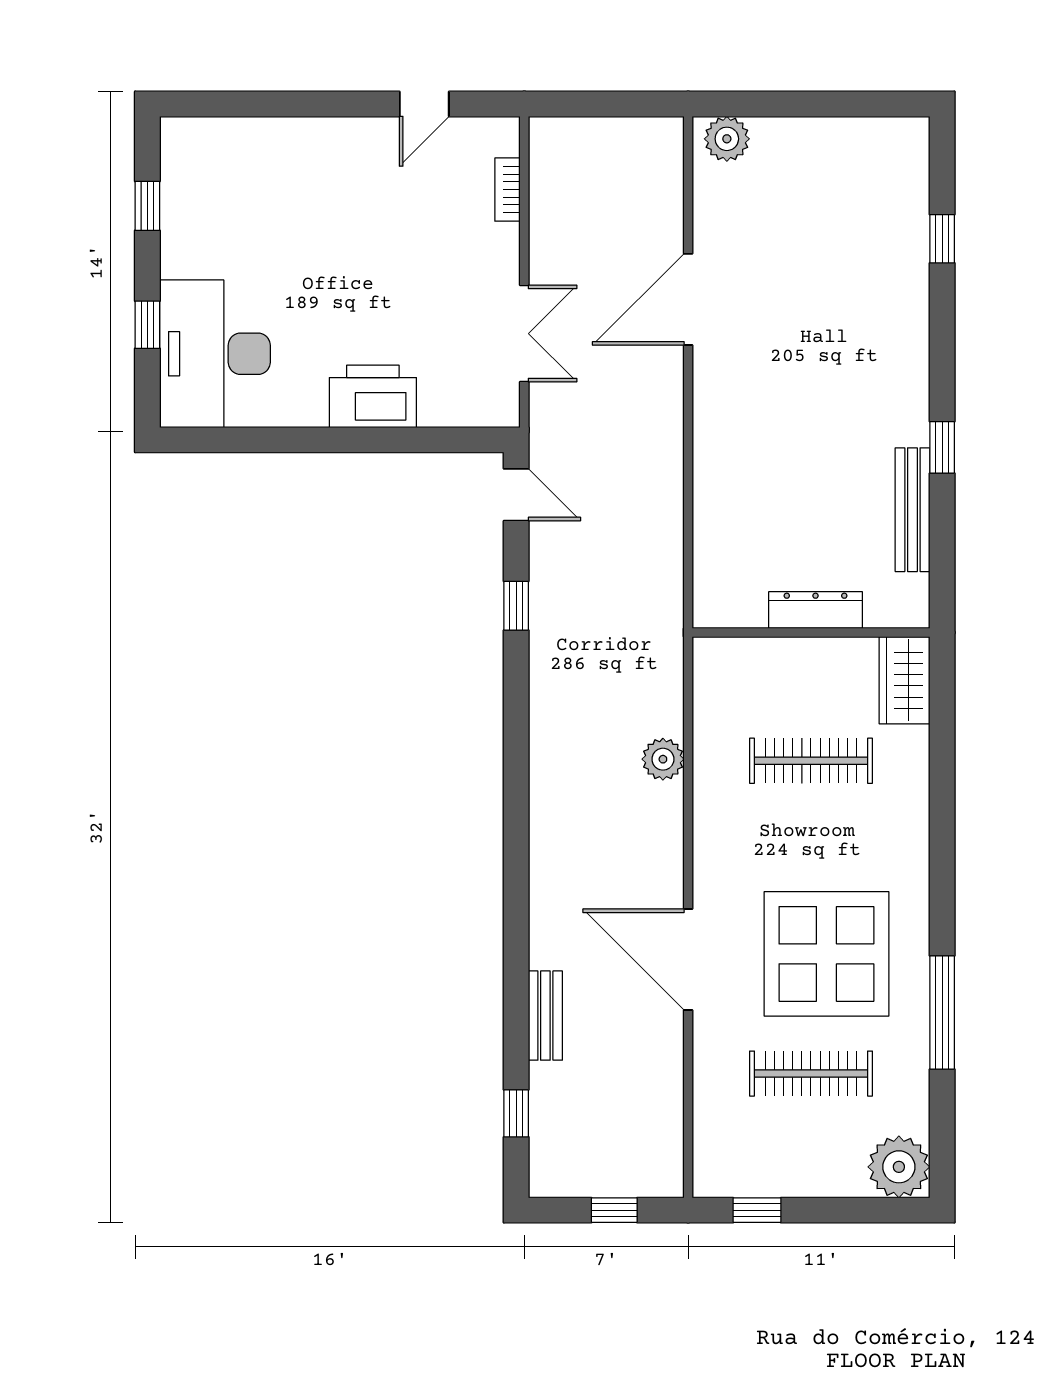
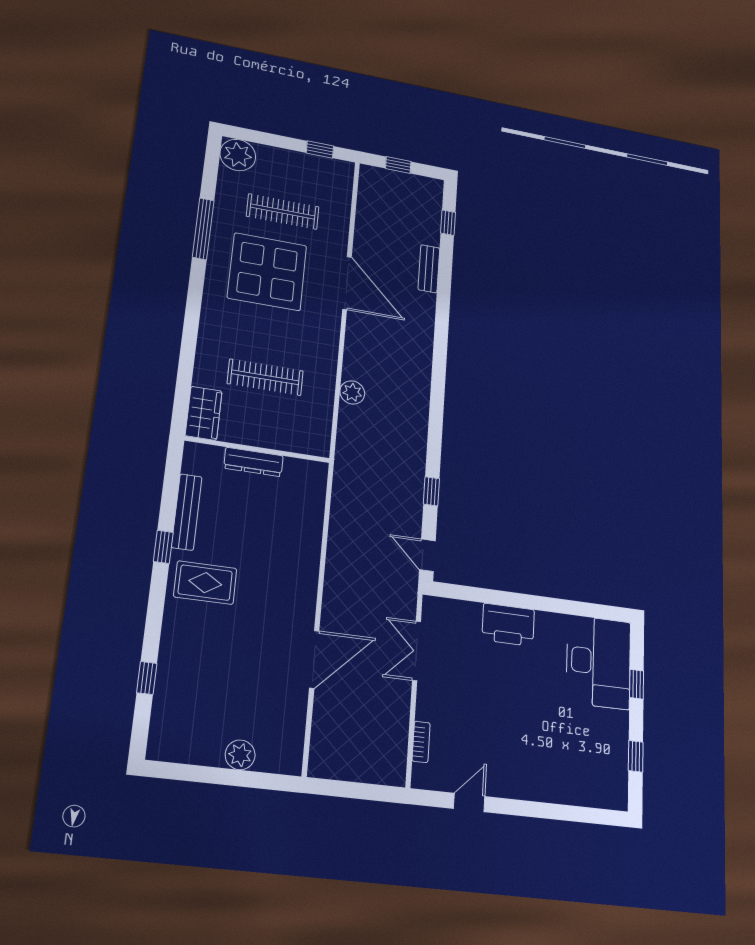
plant: (727, 139) -> (240, 755), moved
rug: (871, 399) -> (205, 583), added

